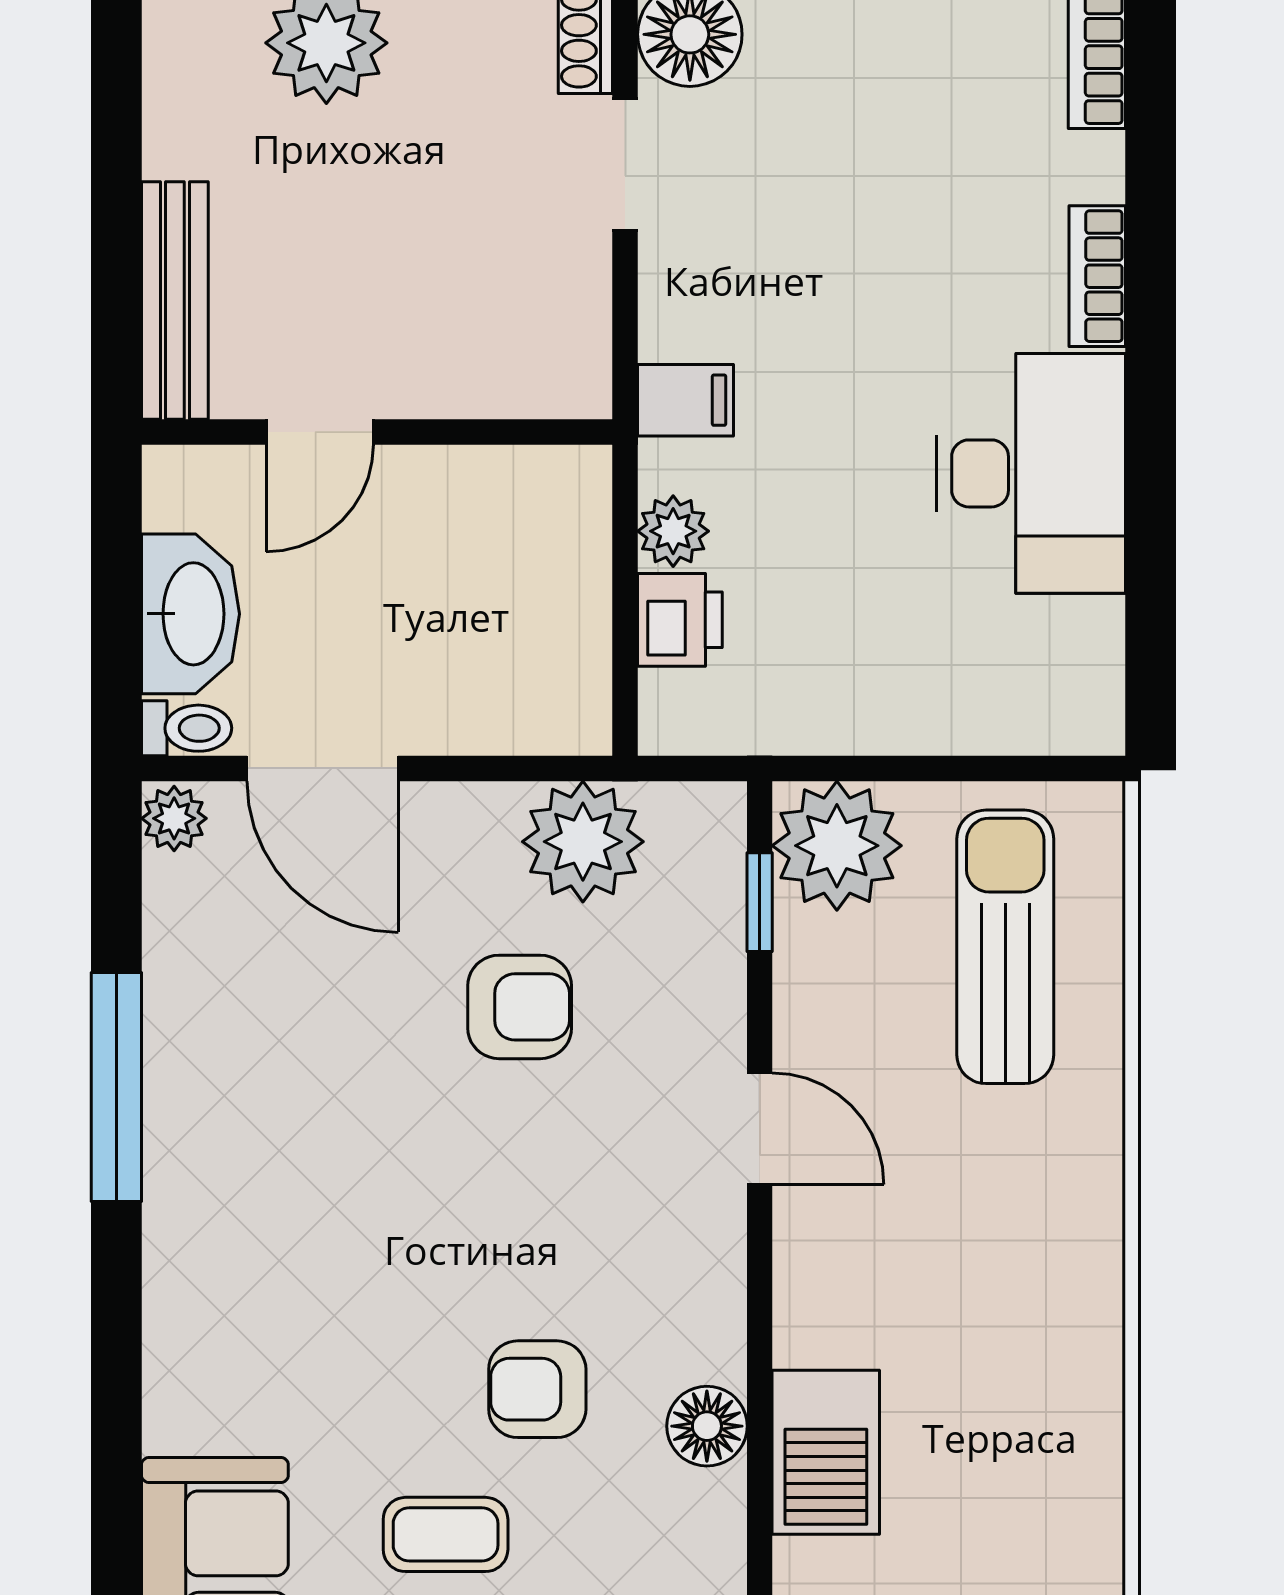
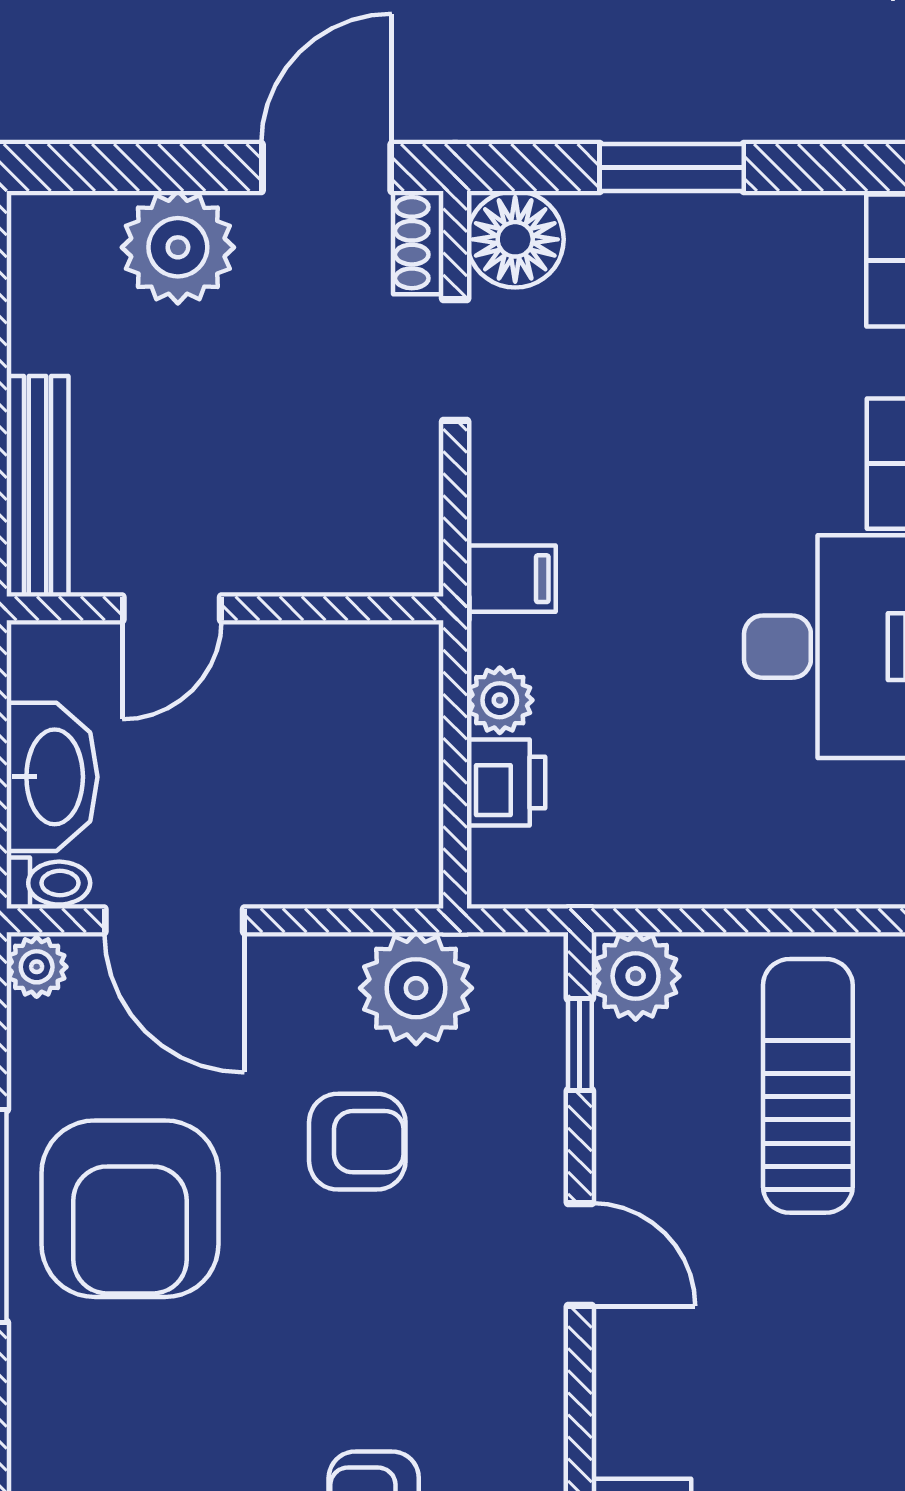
plant: (837, 846) -> (636, 976), width x0.73, depth x0.73
armchair: (275, 1079) -> (130, 1209), added

